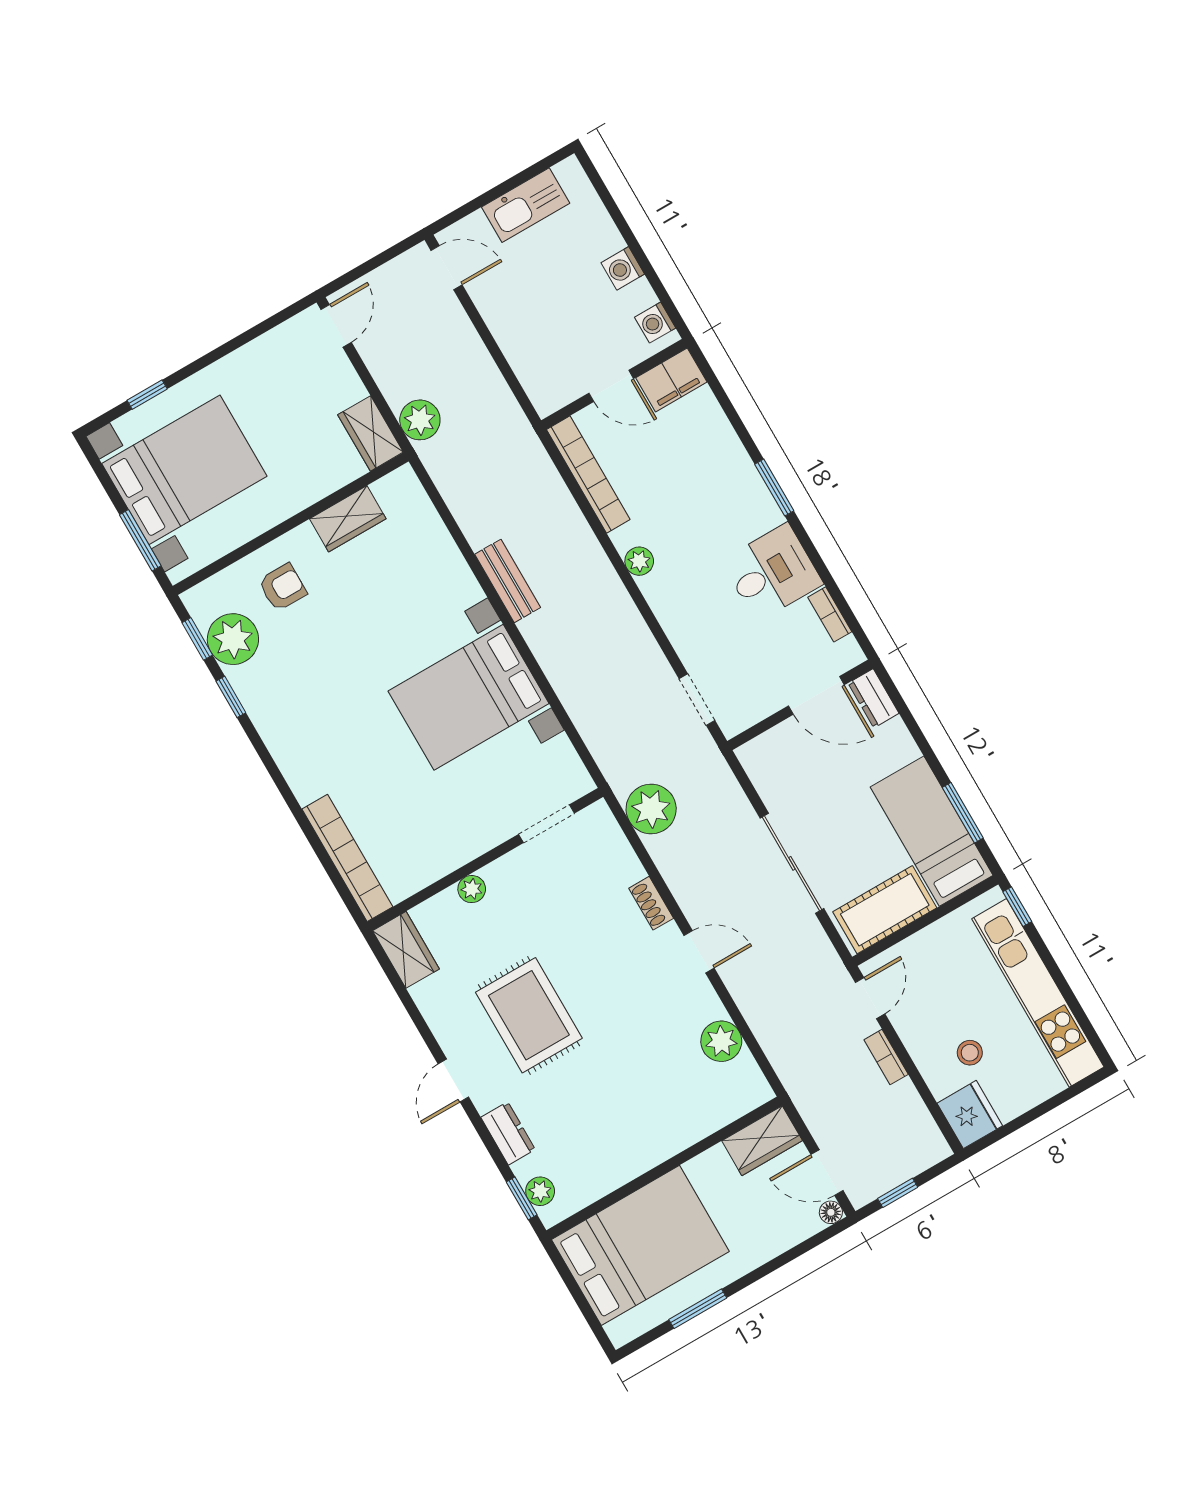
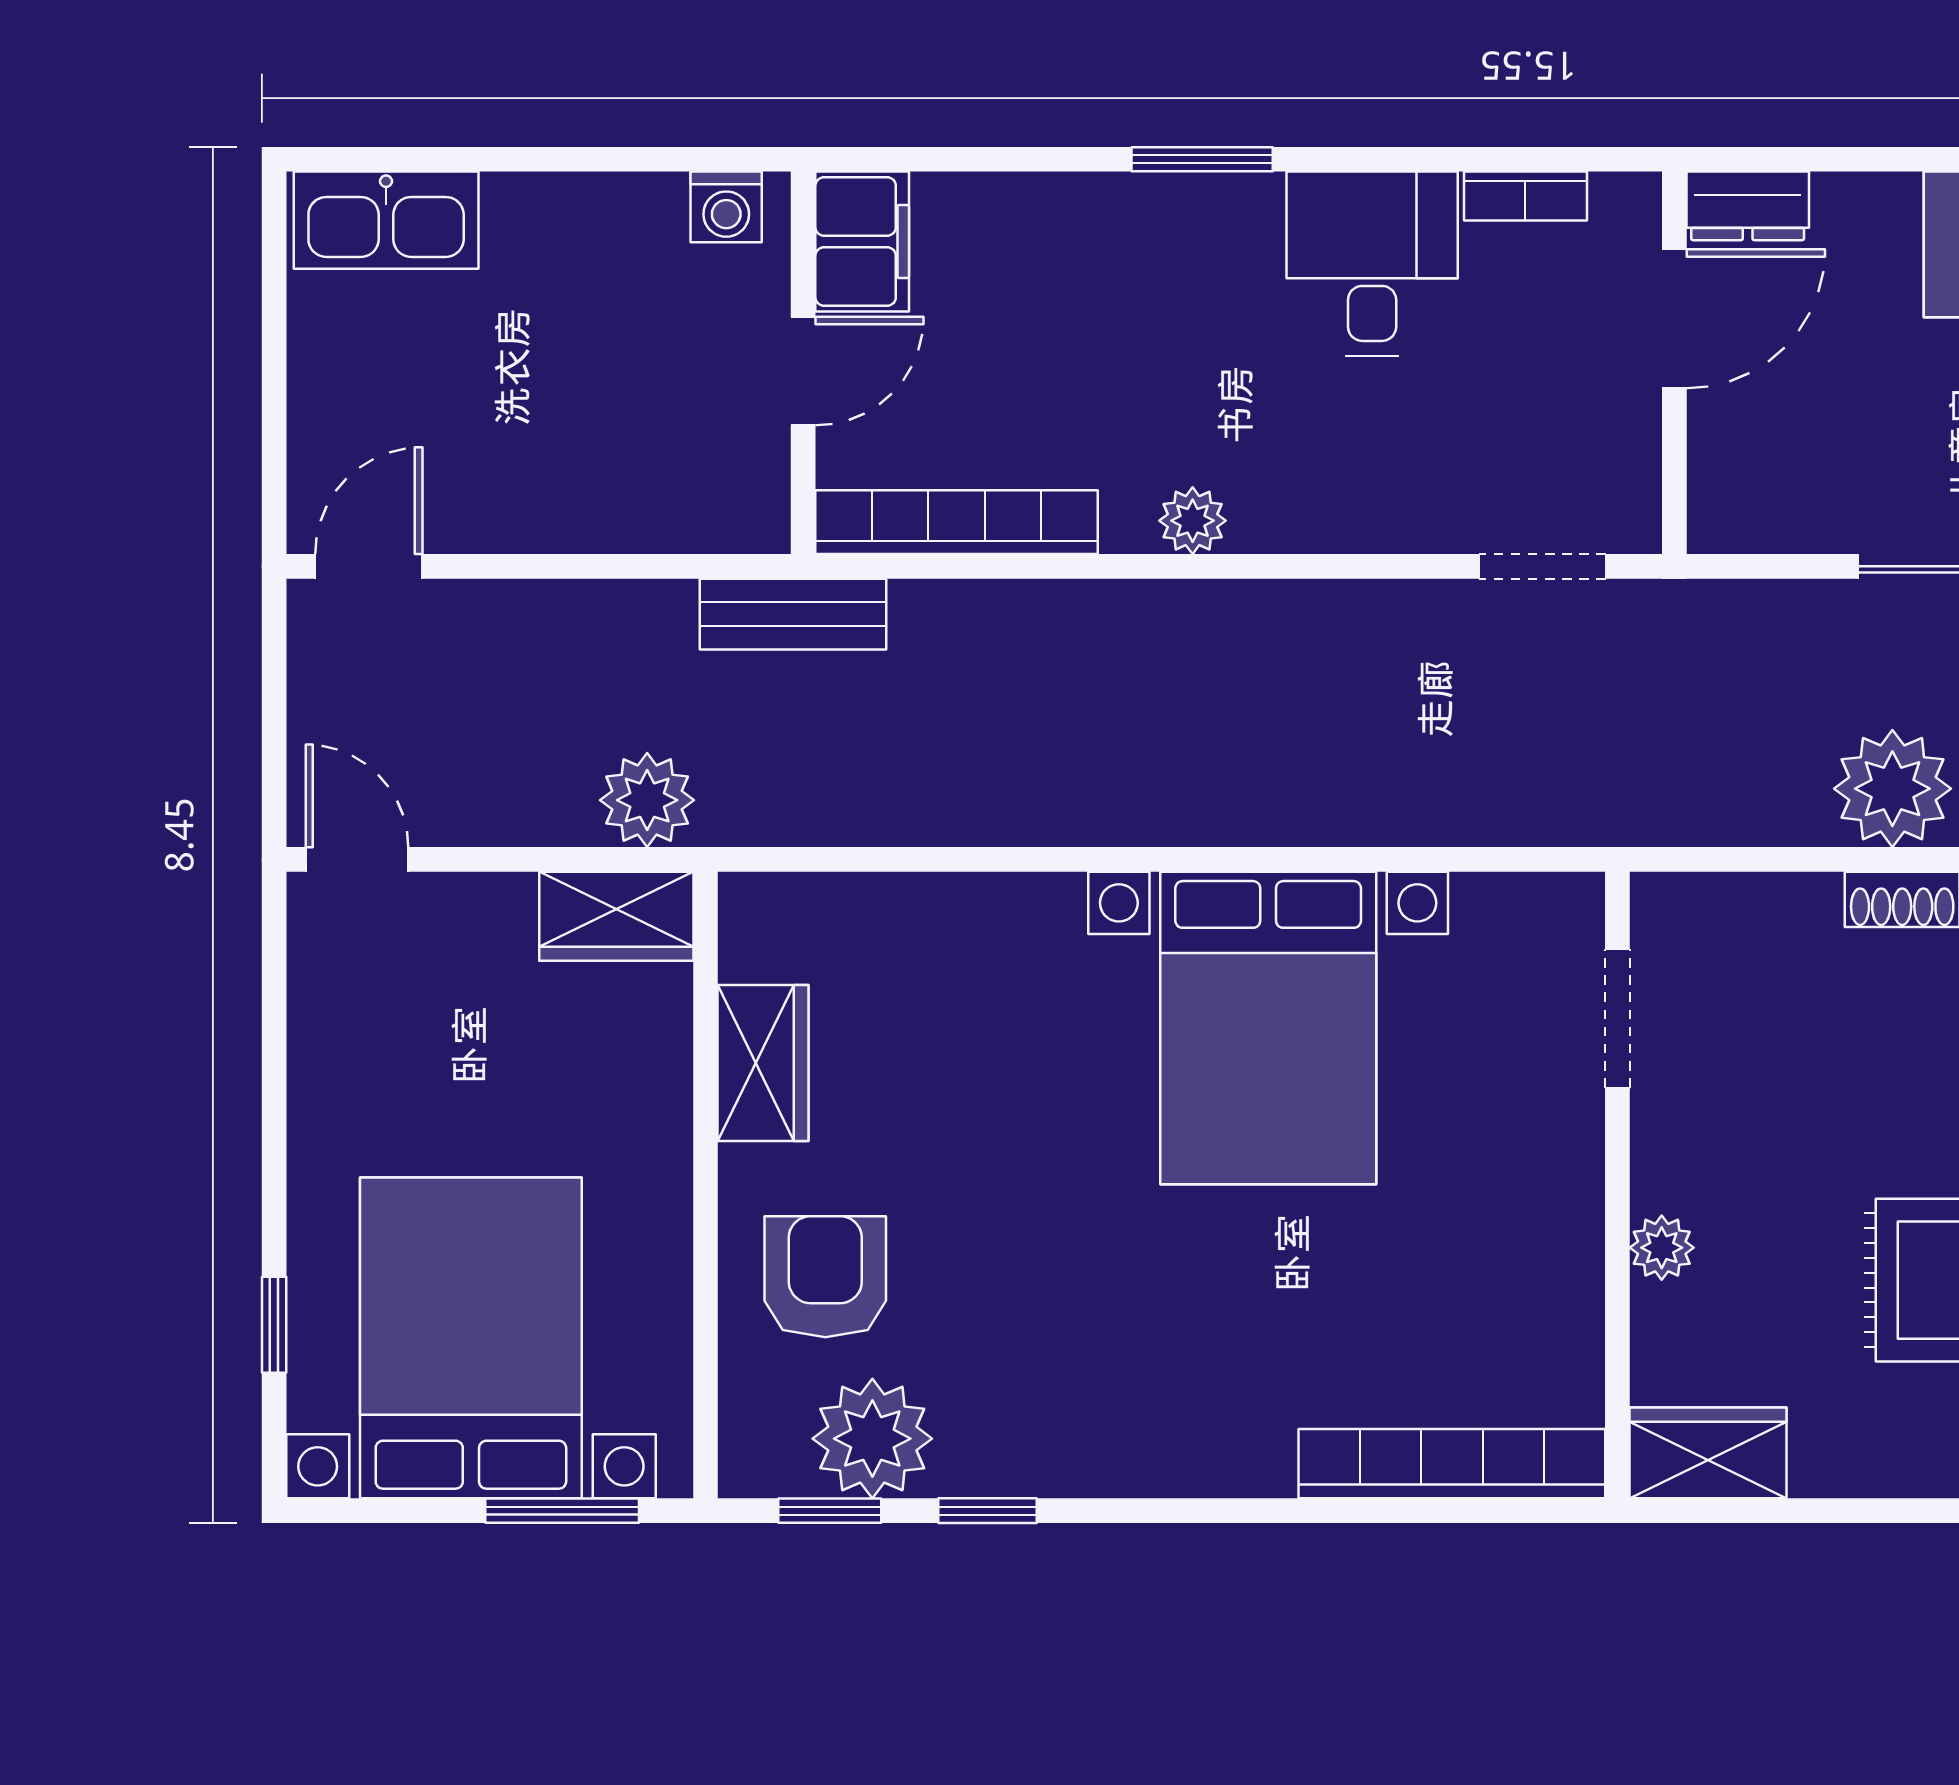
kitchen sink: (526, 205) -> (386, 220), moved, turned 90
washing machine: (623, 268) -> (578, 209), removed
bench: (508, 581) -> (793, 614), moved
armchair: (282, 587) -> (825, 1277), width x1.38, depth x1.38
plant: (651, 809) -> (1892, 789), moved

